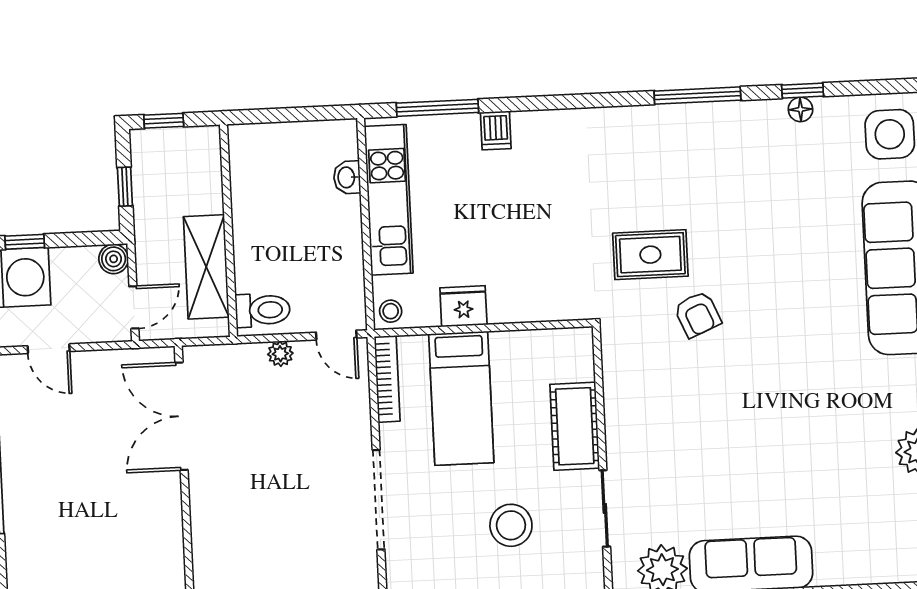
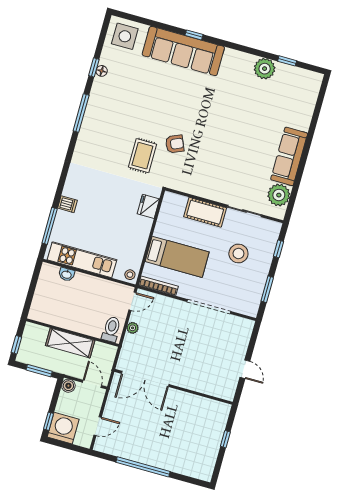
window: (125, 187) -> (39, 371), width x1.50
shelving: (206, 267) -> (70, 343), moved
fridge: (463, 306) -> (148, 206), moved

